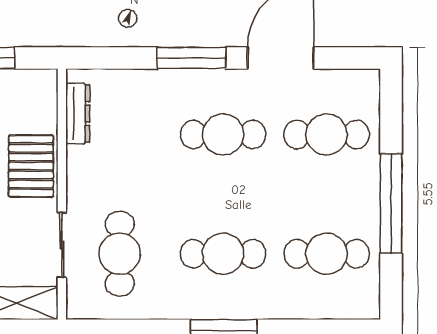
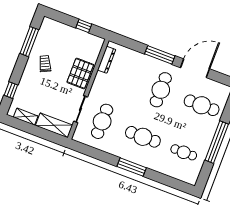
cafe table: (223, 134) -> (161, 90), turned 90
cafe table: (327, 254) -> (184, 152), width x0.73, depth x0.74

